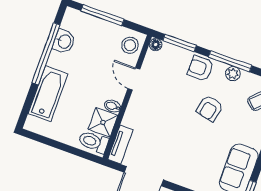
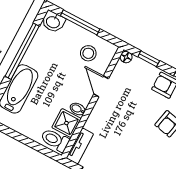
washbasin: (64, 41) -> (53, 22), moved, turned 90
window: (180, 43) -> (149, 59), width x0.67
stool: (130, 45) -> (88, 53), moved

